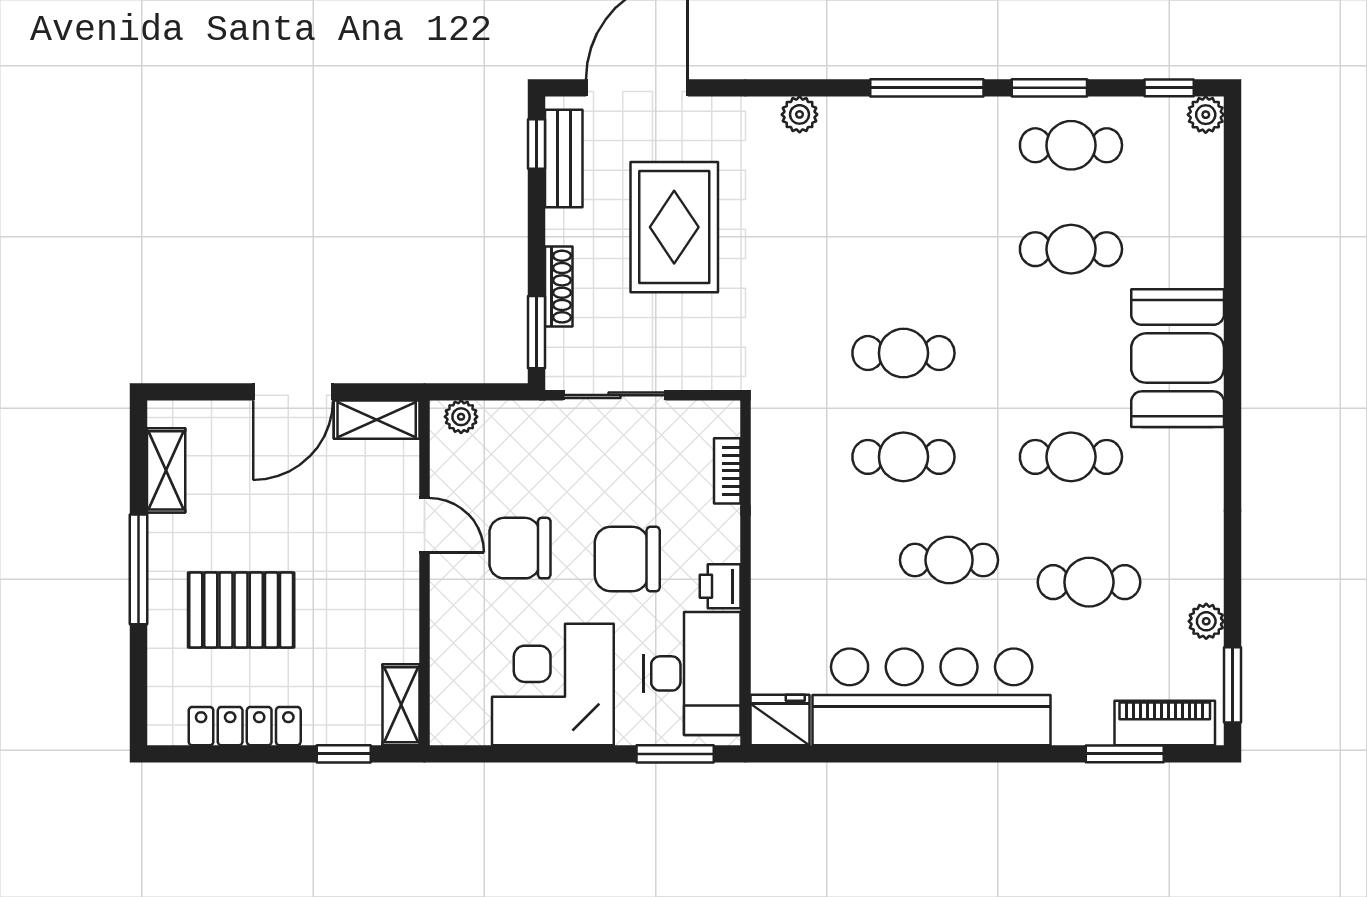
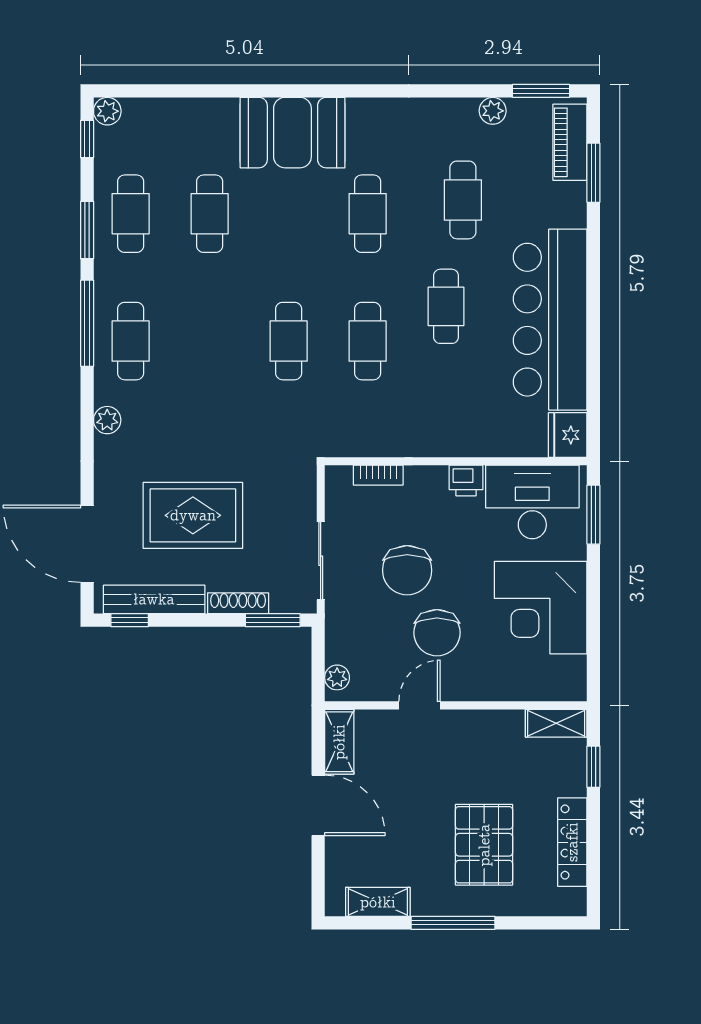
cafe table: (903, 145) -> (131, 341), added
bench: (564, 158) -> (154, 599), width x1.36
chair: (627, 559) -> (407, 570), moved

